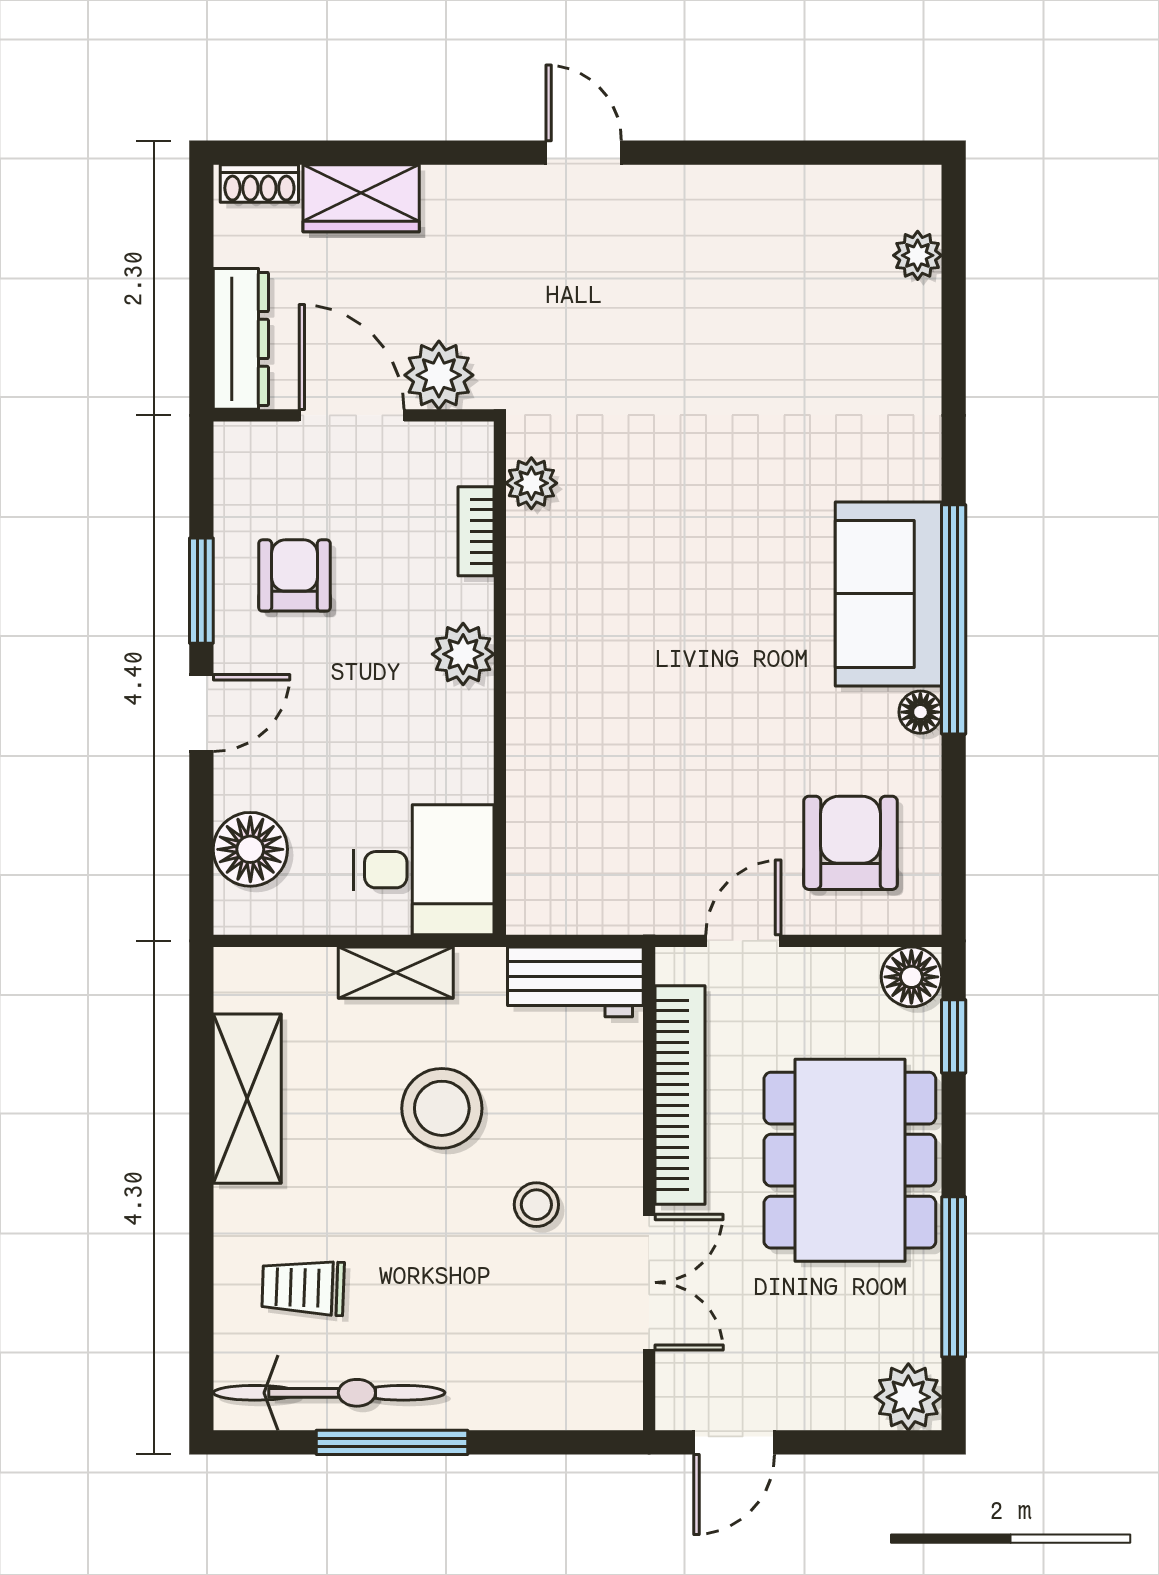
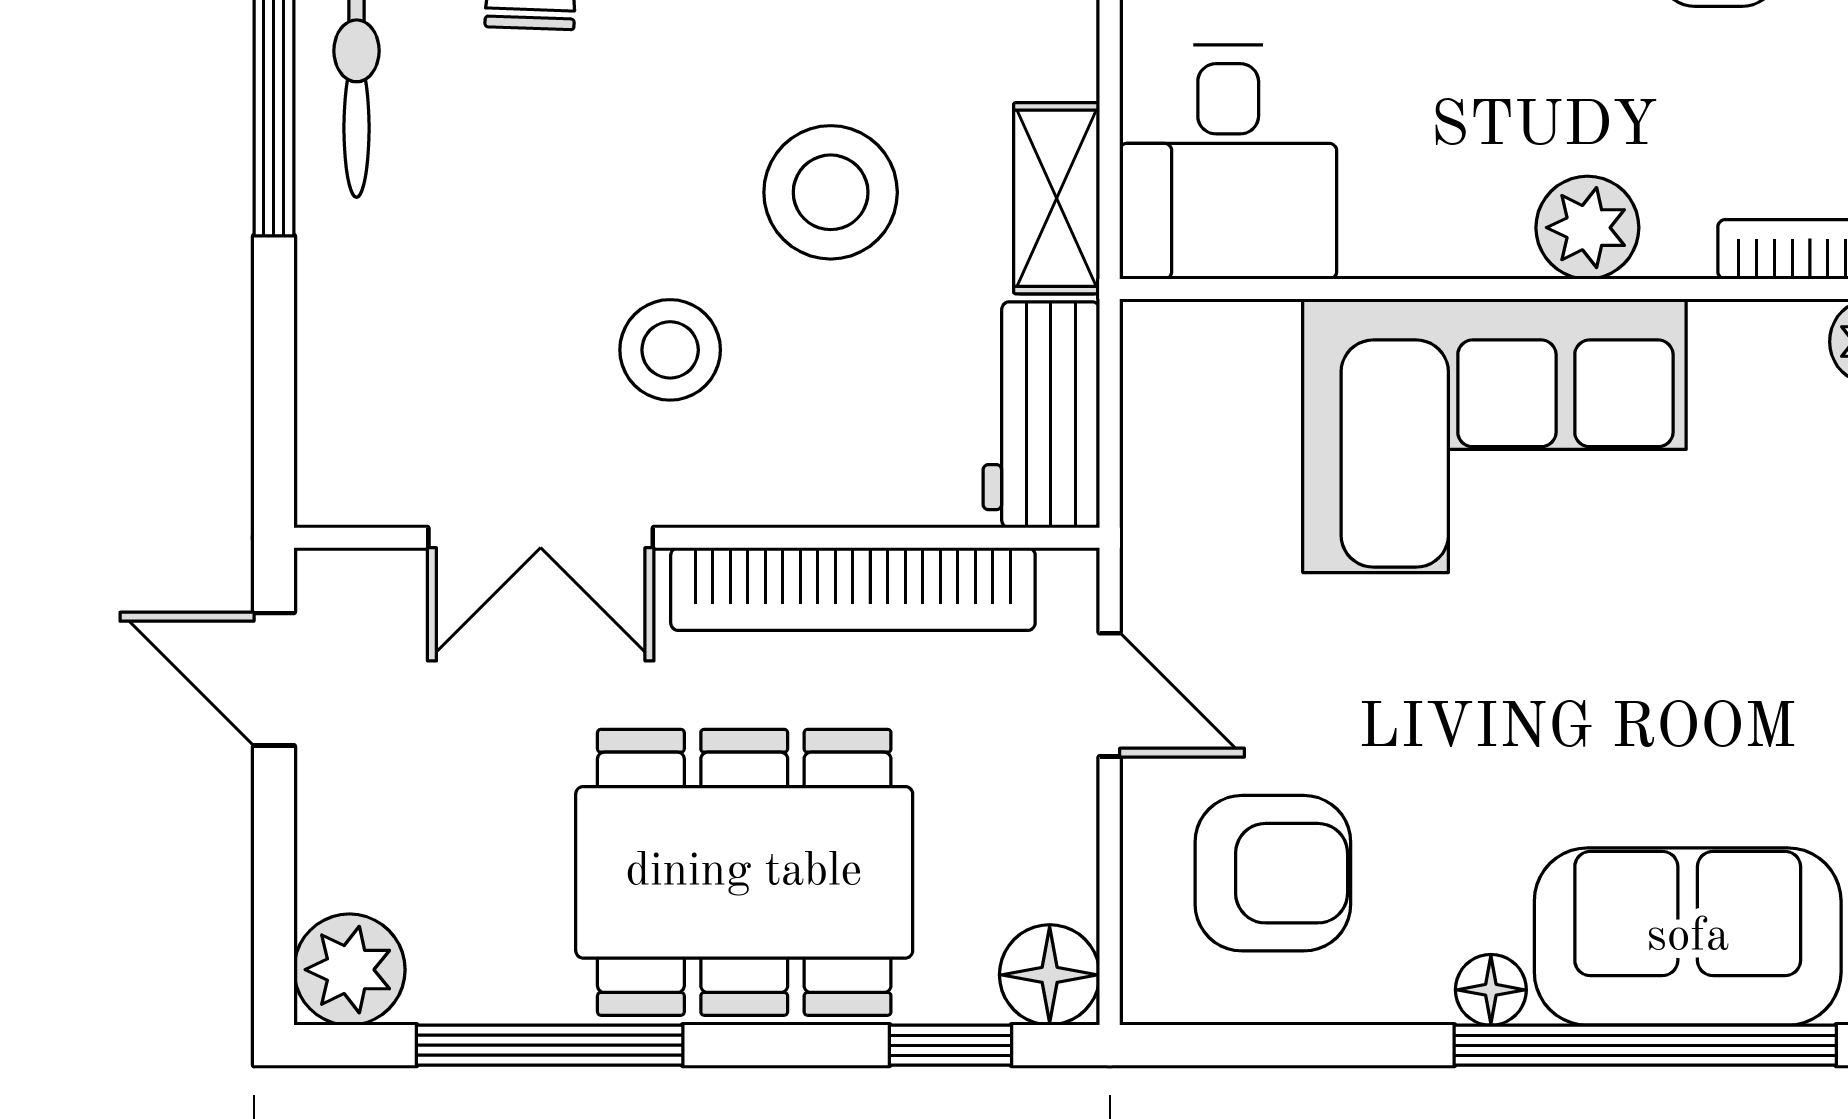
corner sofa: (588, 710) -> (1494, 436), added
shelving: (396, 973) -> (1057, 198), moved
stool: (536, 1205) -> (670, 350), width x1.37, depth x1.37

